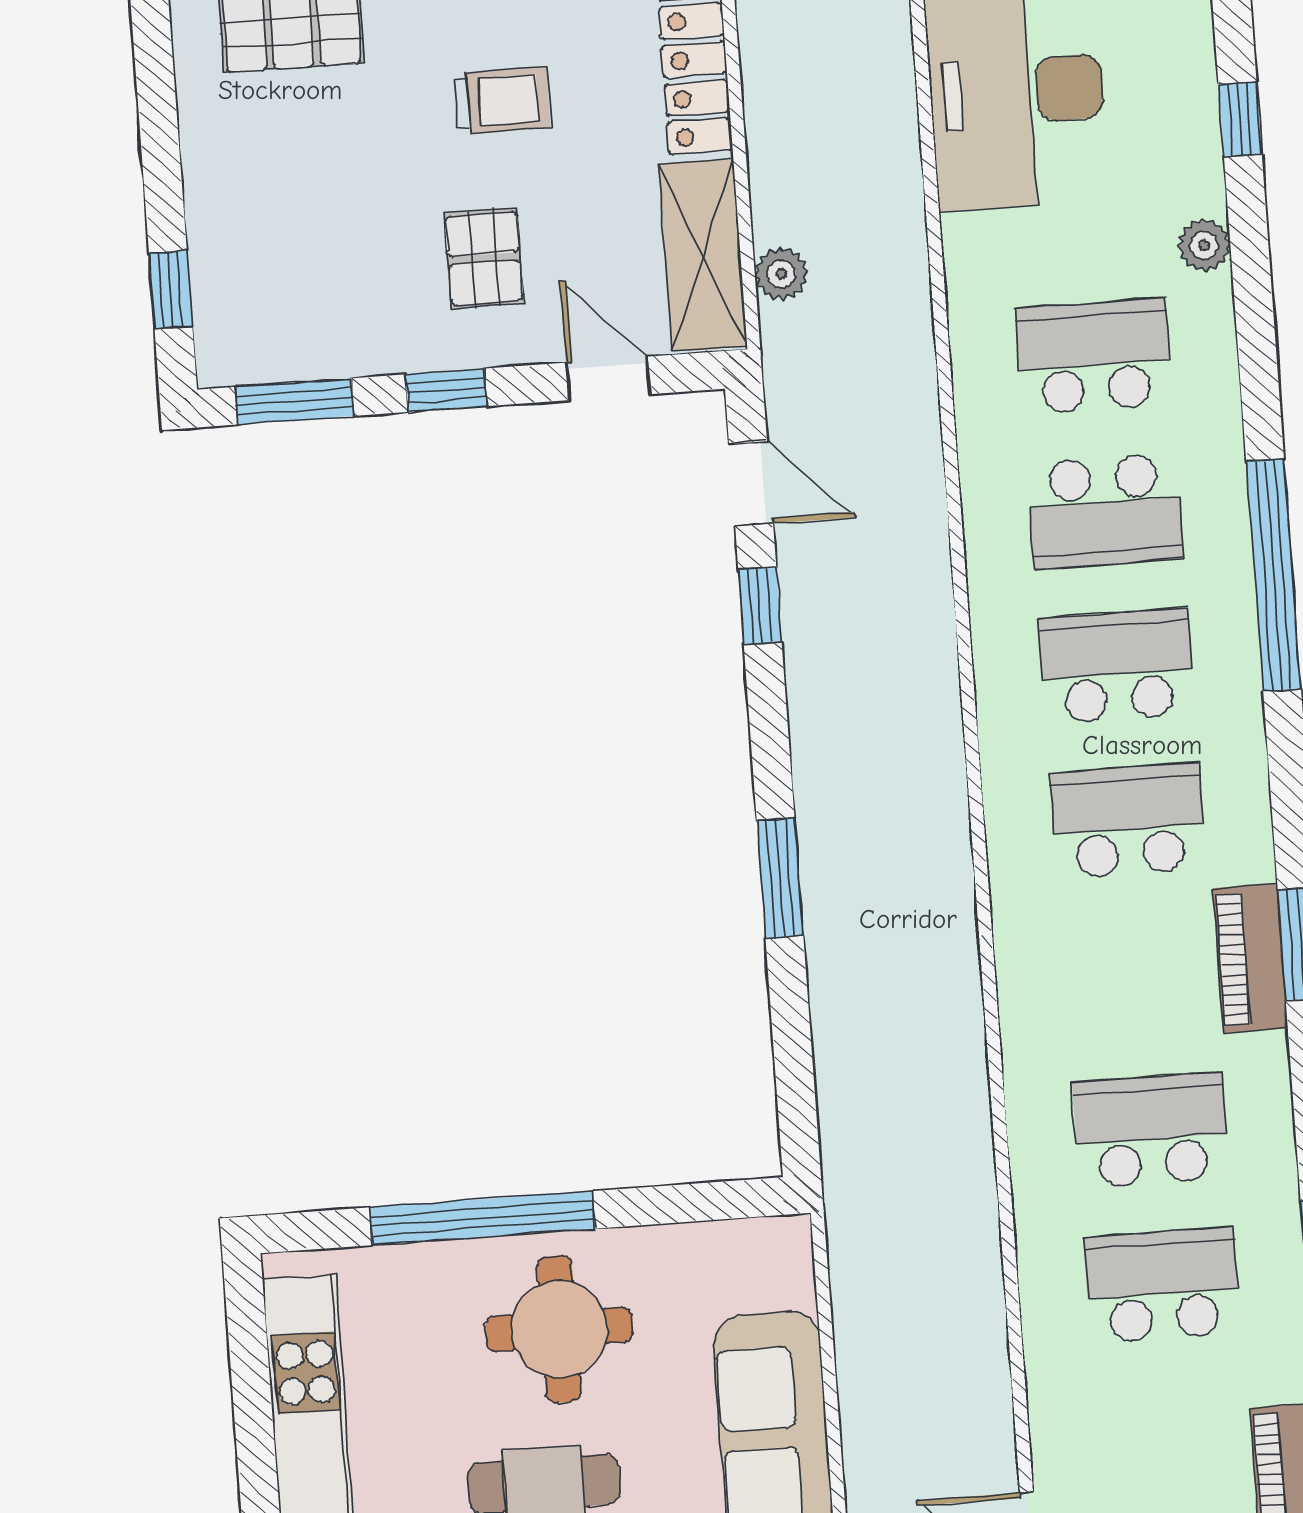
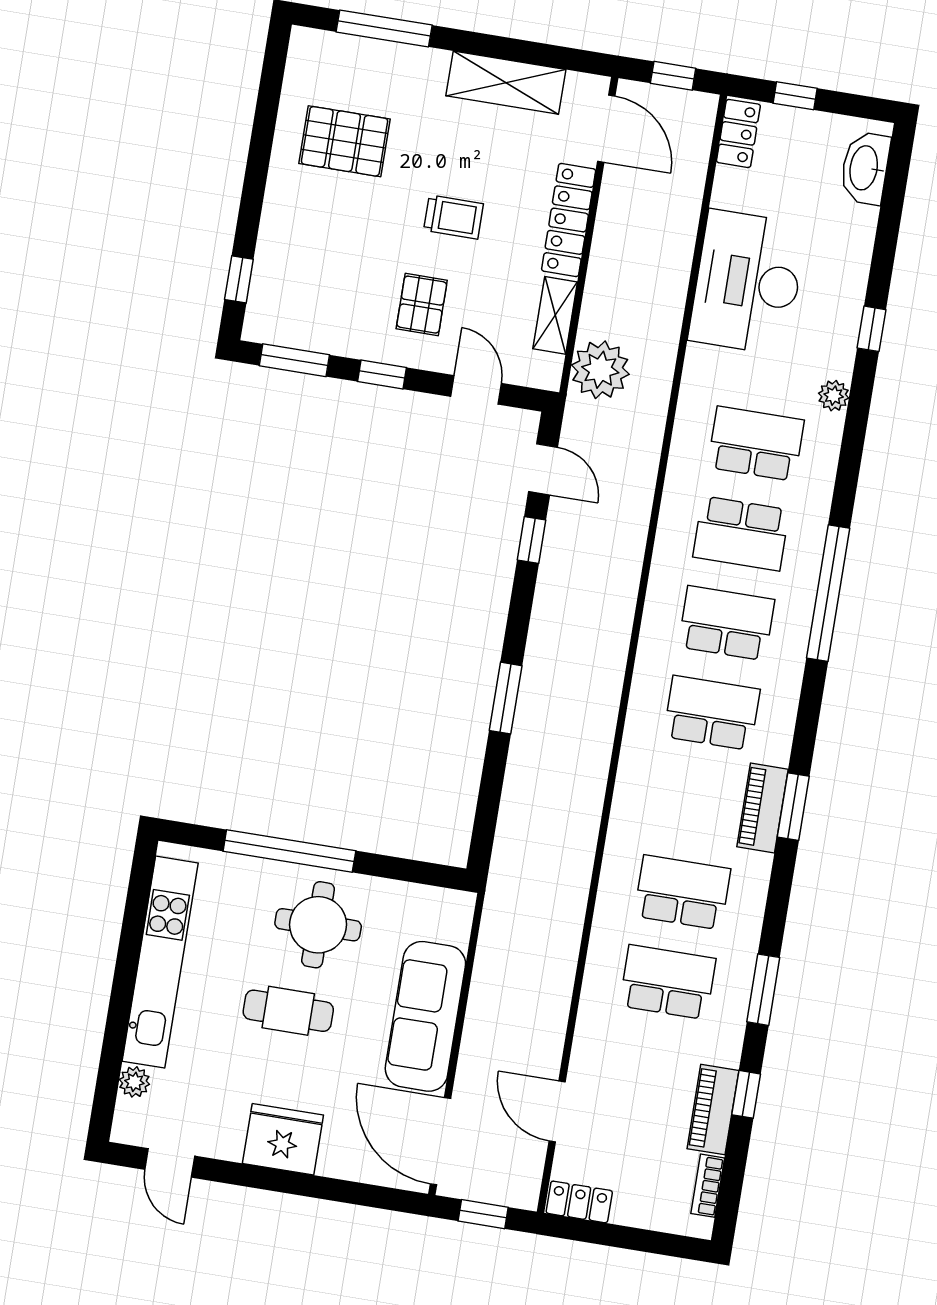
shelving: (703, 255) -> (555, 315), width x0.67, depth x0.75
plant: (781, 274) -> (600, 370), width x1.88, depth x1.88

